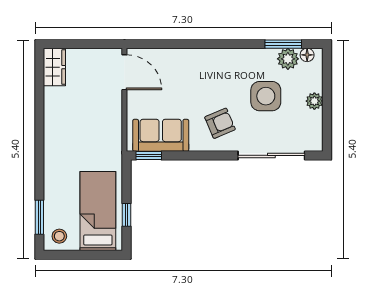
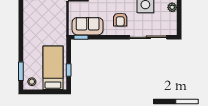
armchair: (220, 123) -> (120, 20), turned 113

